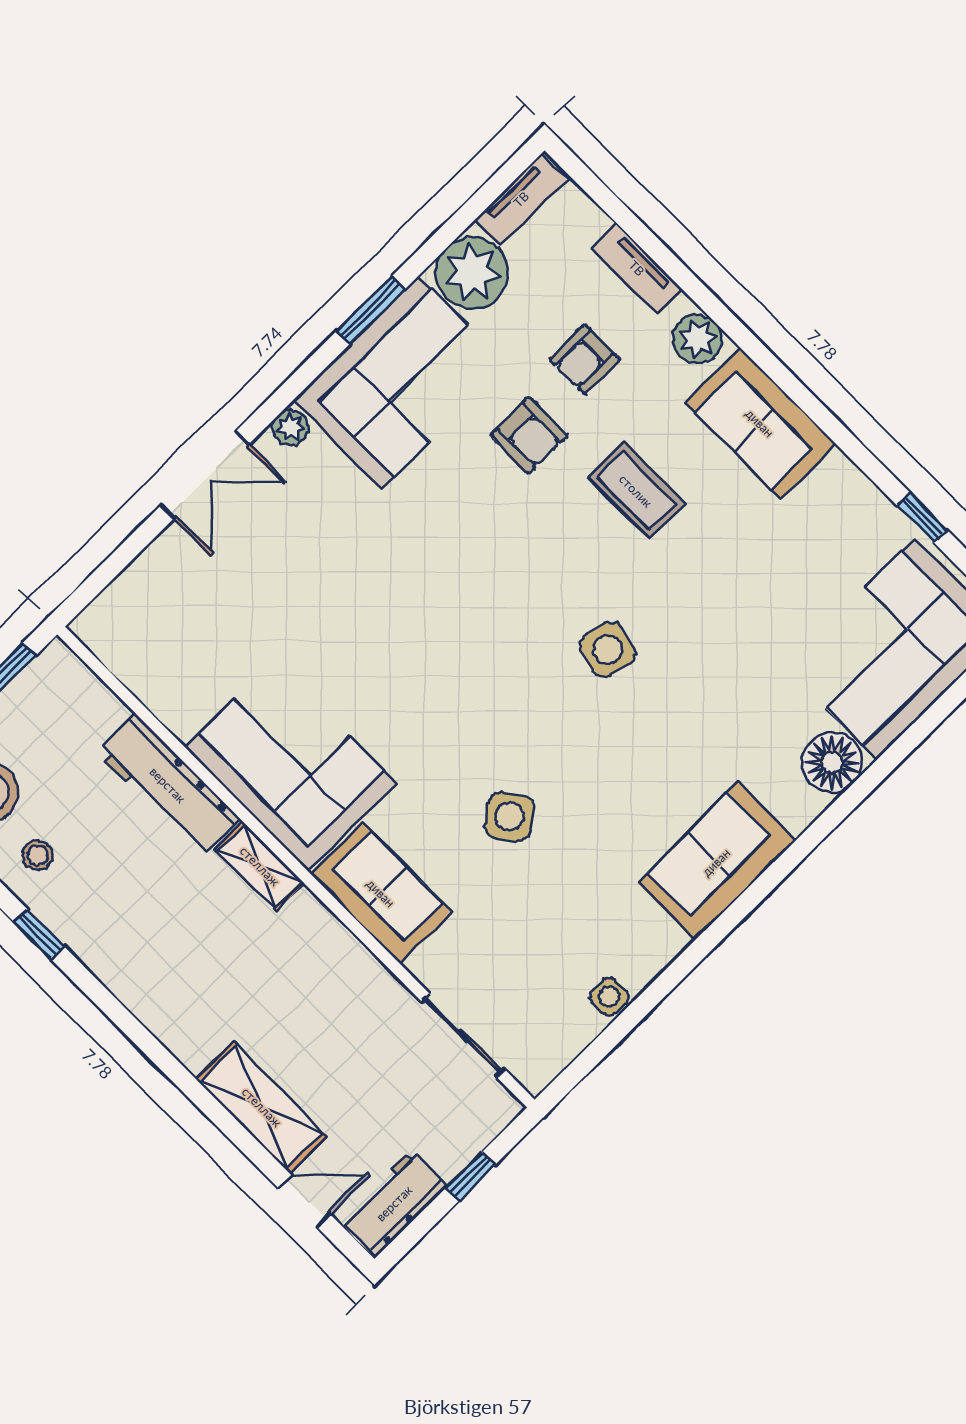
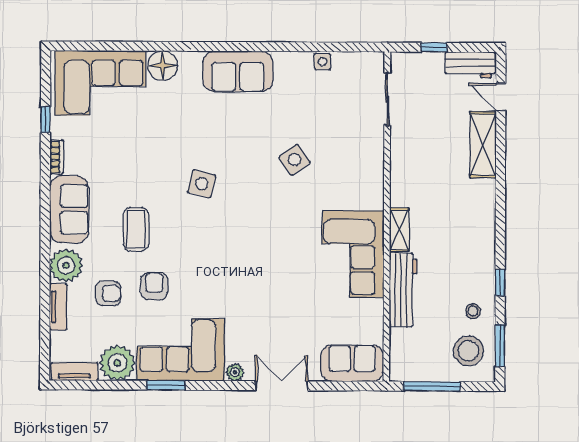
plant: (697, 339) -> (66, 265), width x1.36, depth x1.36
bookcase: (853, 480) -> (57, 157), added
sofa: (381, 893) -> (352, 363), moved, turned 90

